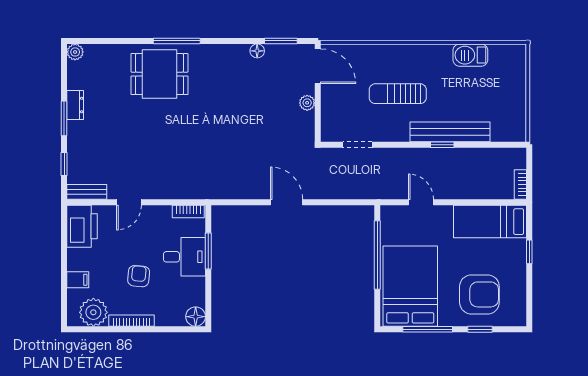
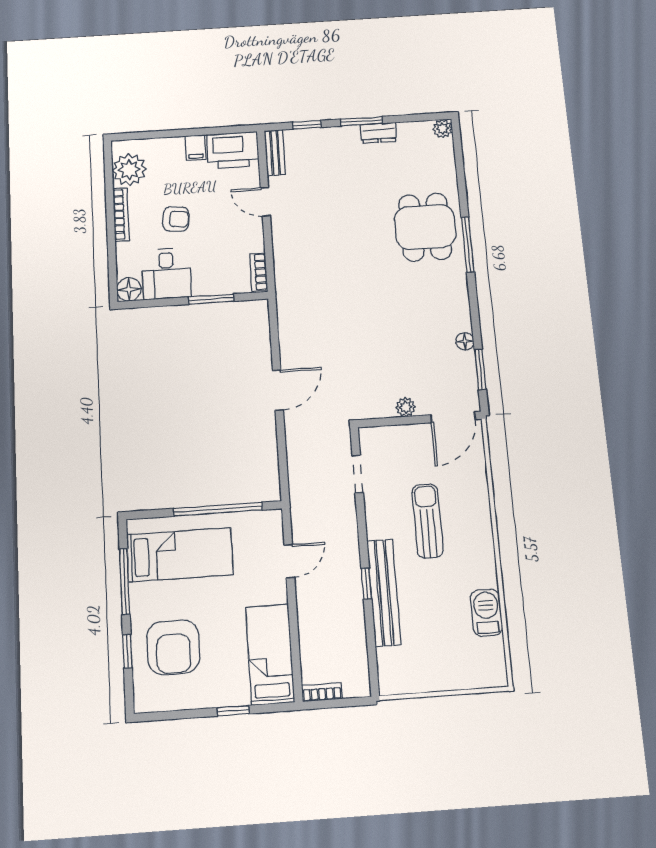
desk: (184, 257) -> (166, 274), moved
filing cabinet: (78, 280) -> (195, 148), moved
bed: (410, 286) -> (180, 555), width x0.67

